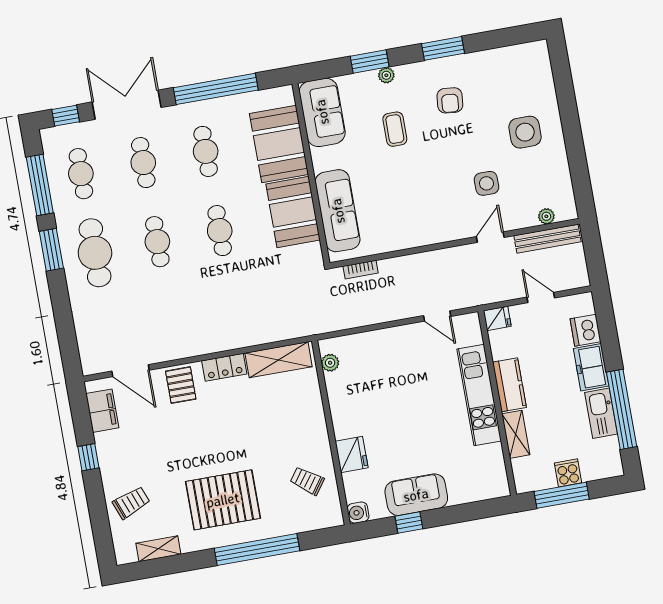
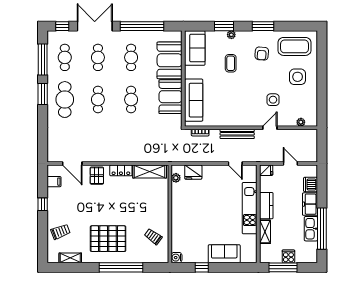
coffee table: (509, 76) -> (294, 46), added
bench: (547, 239) -> (237, 134), moved
filing cabinet: (102, 411) -> (54, 182), width x0.50
fridge: (352, 454) -> (193, 172), moved, turned 90
sofa: (416, 495) -> (224, 254), moved

